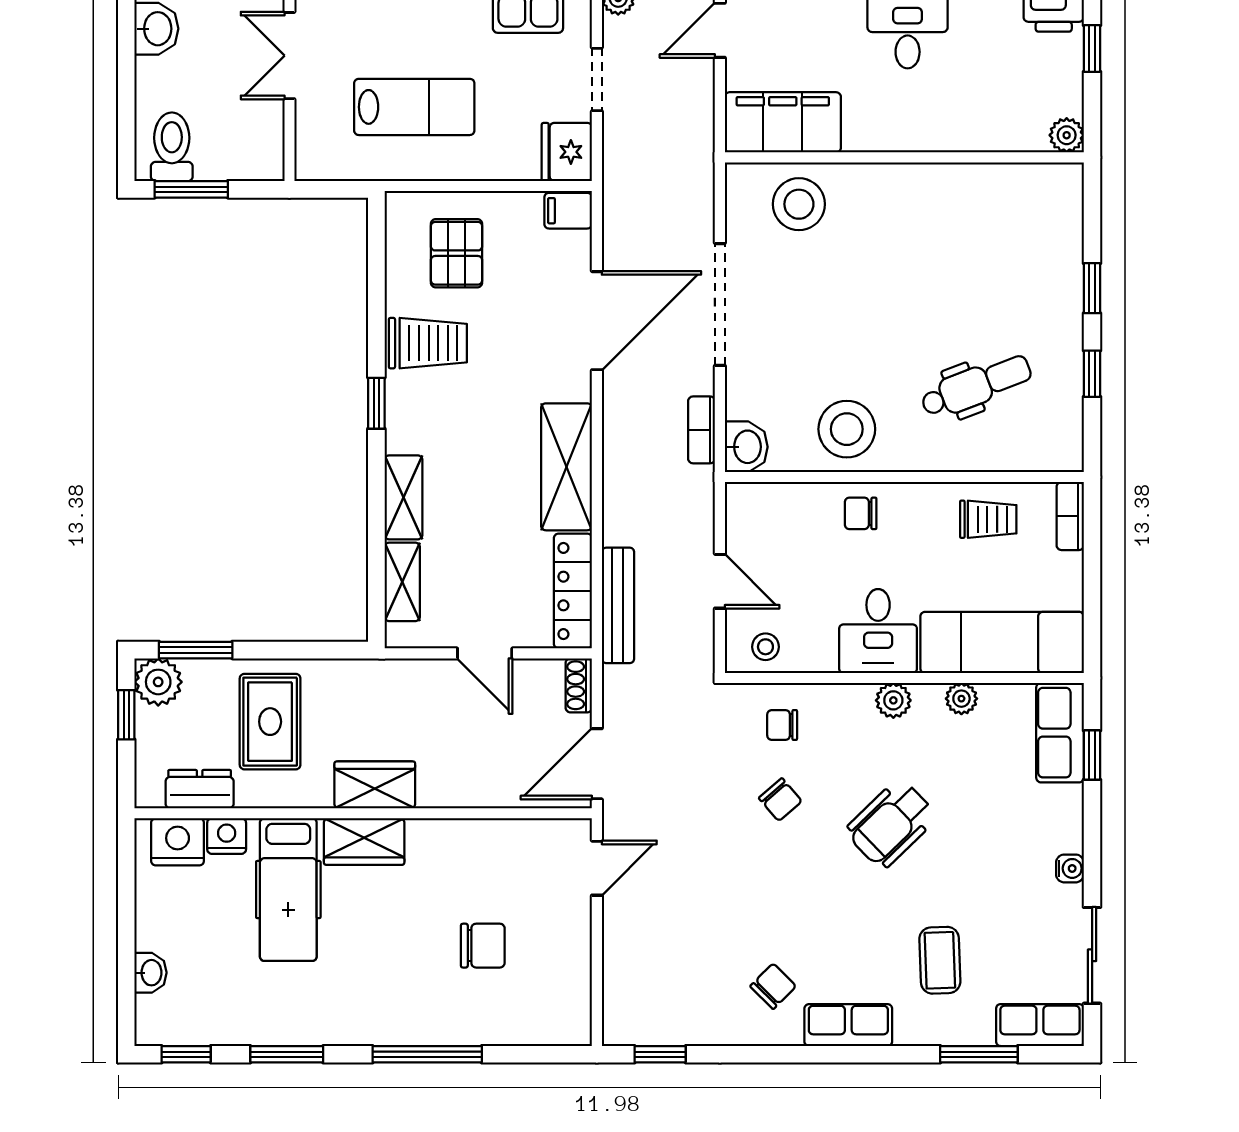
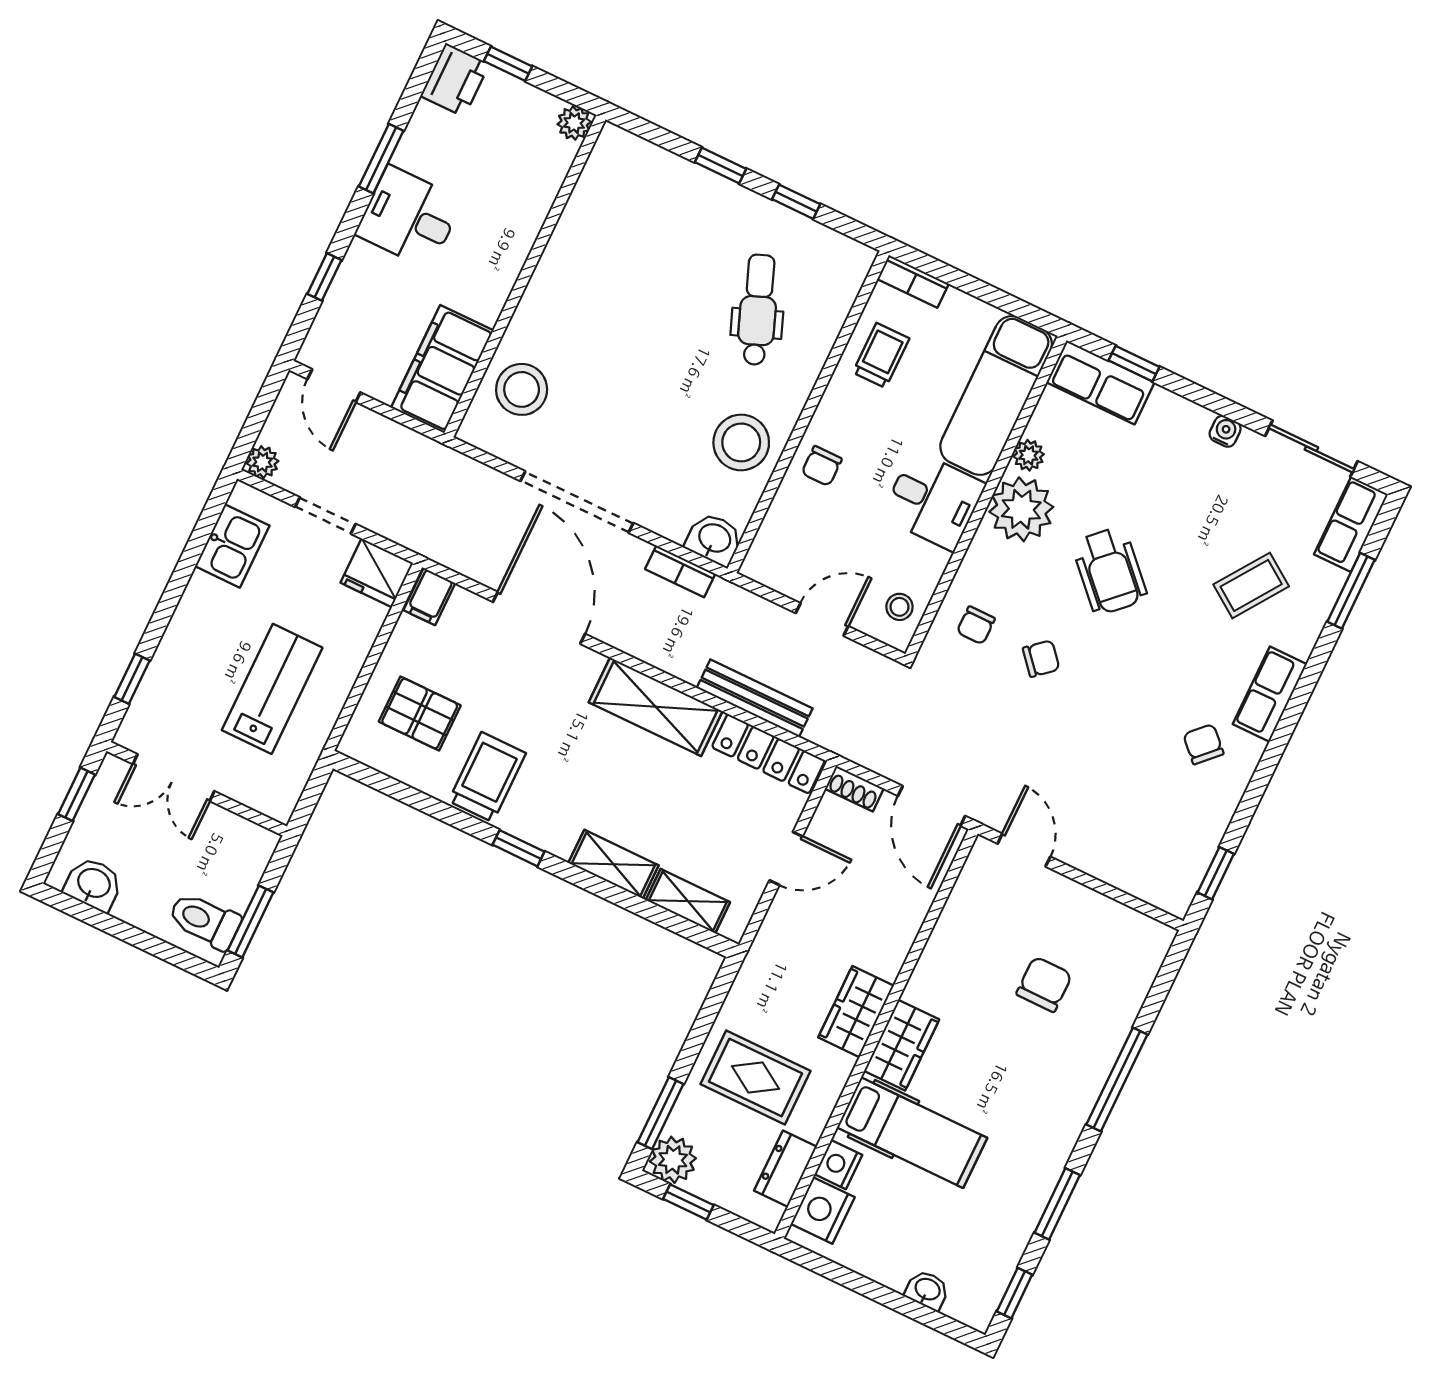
bench: (618, 605) -> (755, 698), moved
plant: (893, 700) -> (1021, 509), width x1.87, depth x1.87
coffee table: (940, 960) -> (1251, 585), turned -53

